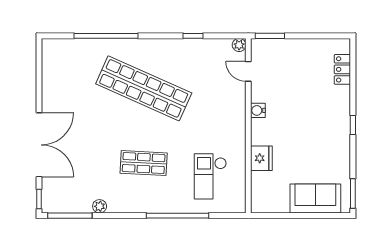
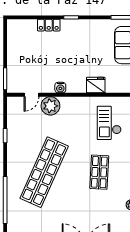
plant: (239, 45) -> (50, 106), moved, width x1.88, depth x1.88
locker: (342, 69) -> (49, 25), moved
checkout: (210, 176) -> (109, 123), turned 90

